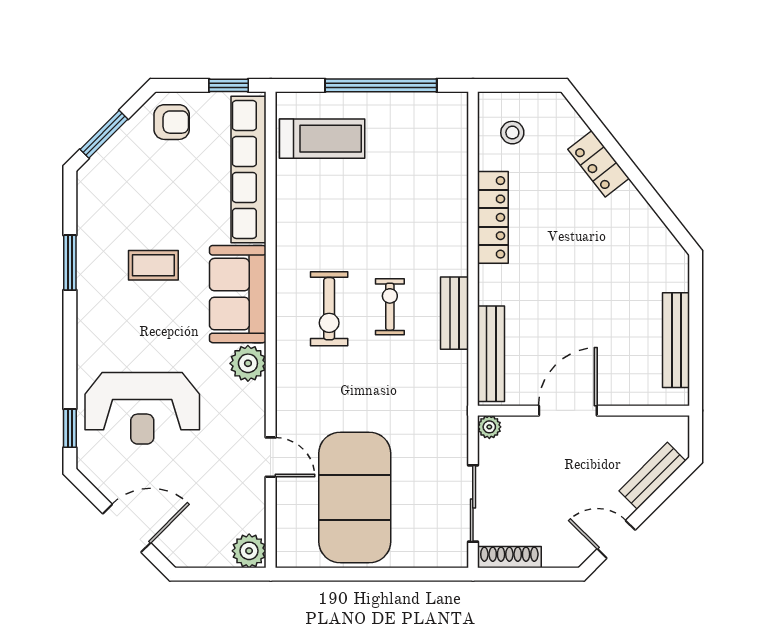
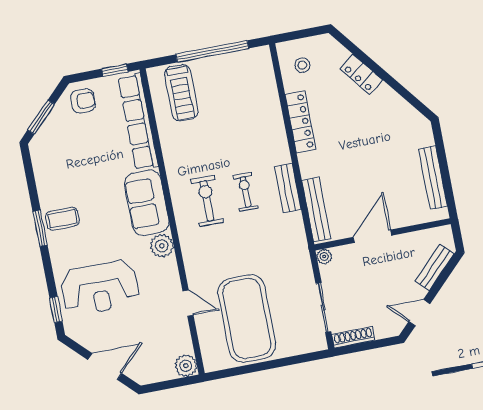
treadmill: (322, 139) -> (181, 93), turned 90
window: (70, 263) -> (40, 228), moved
coffee table: (153, 265) -> (62, 219), moved
exercise bike: (329, 309) -> (207, 201), turned 180

